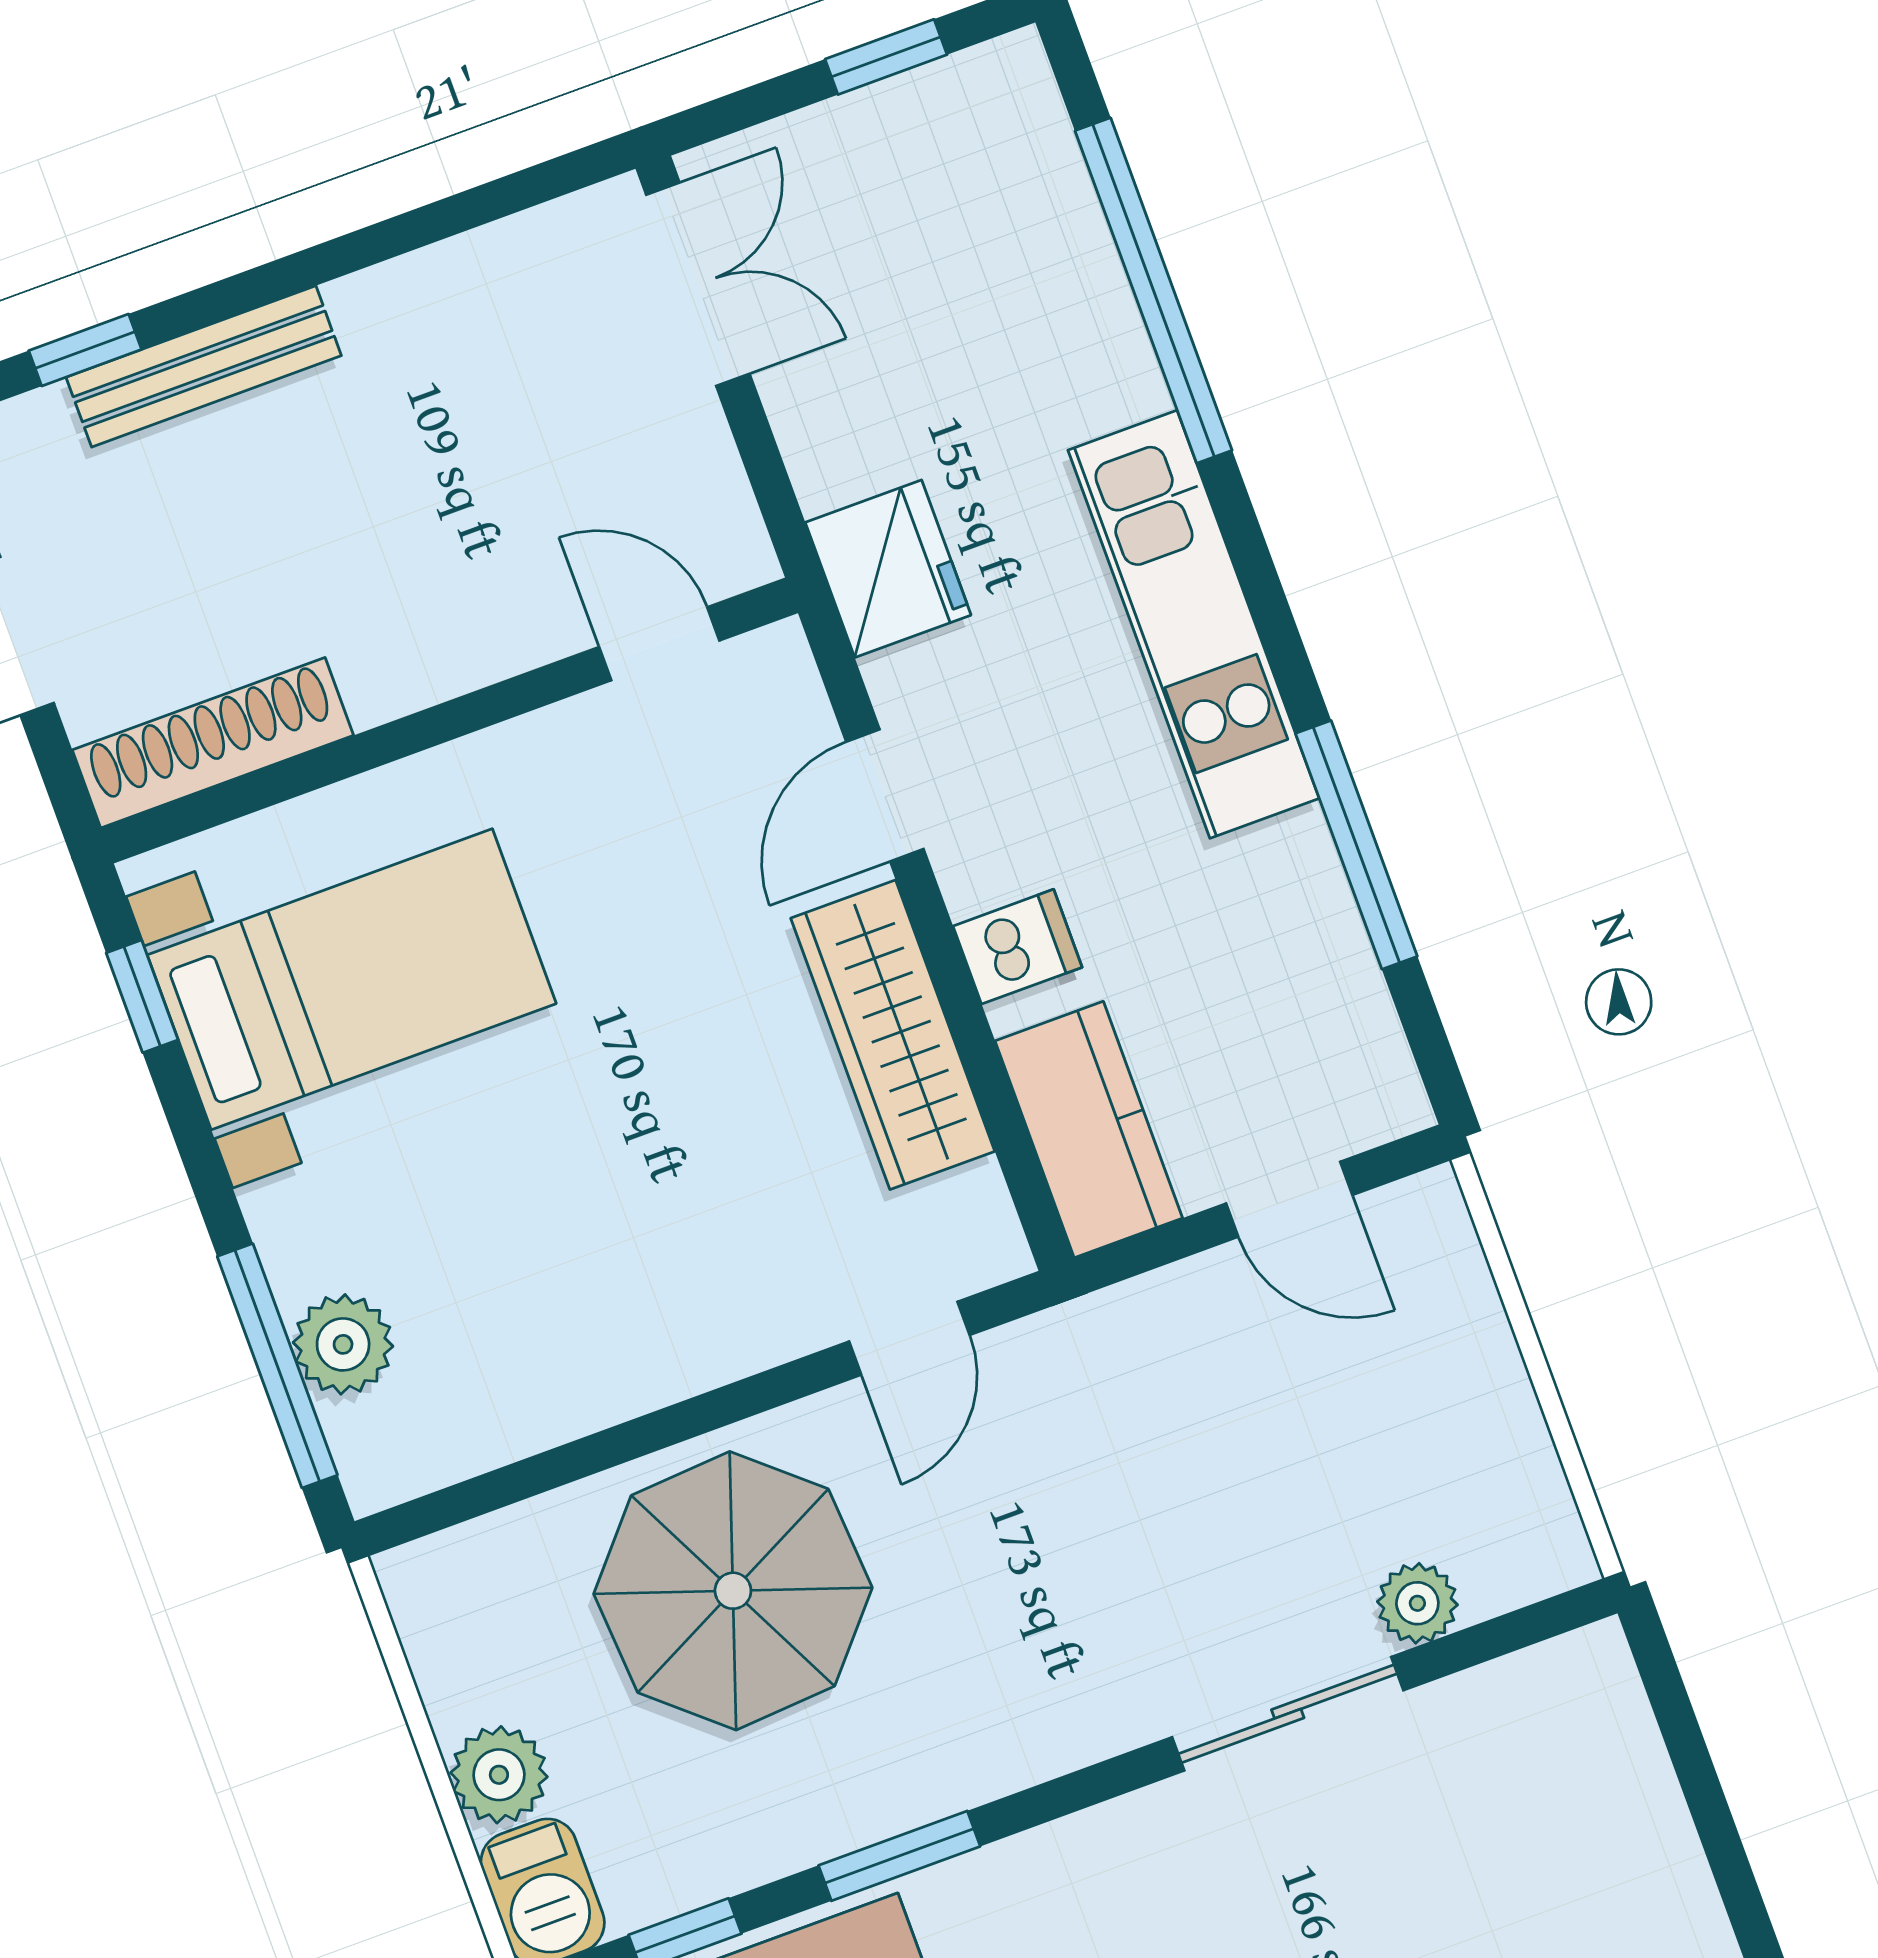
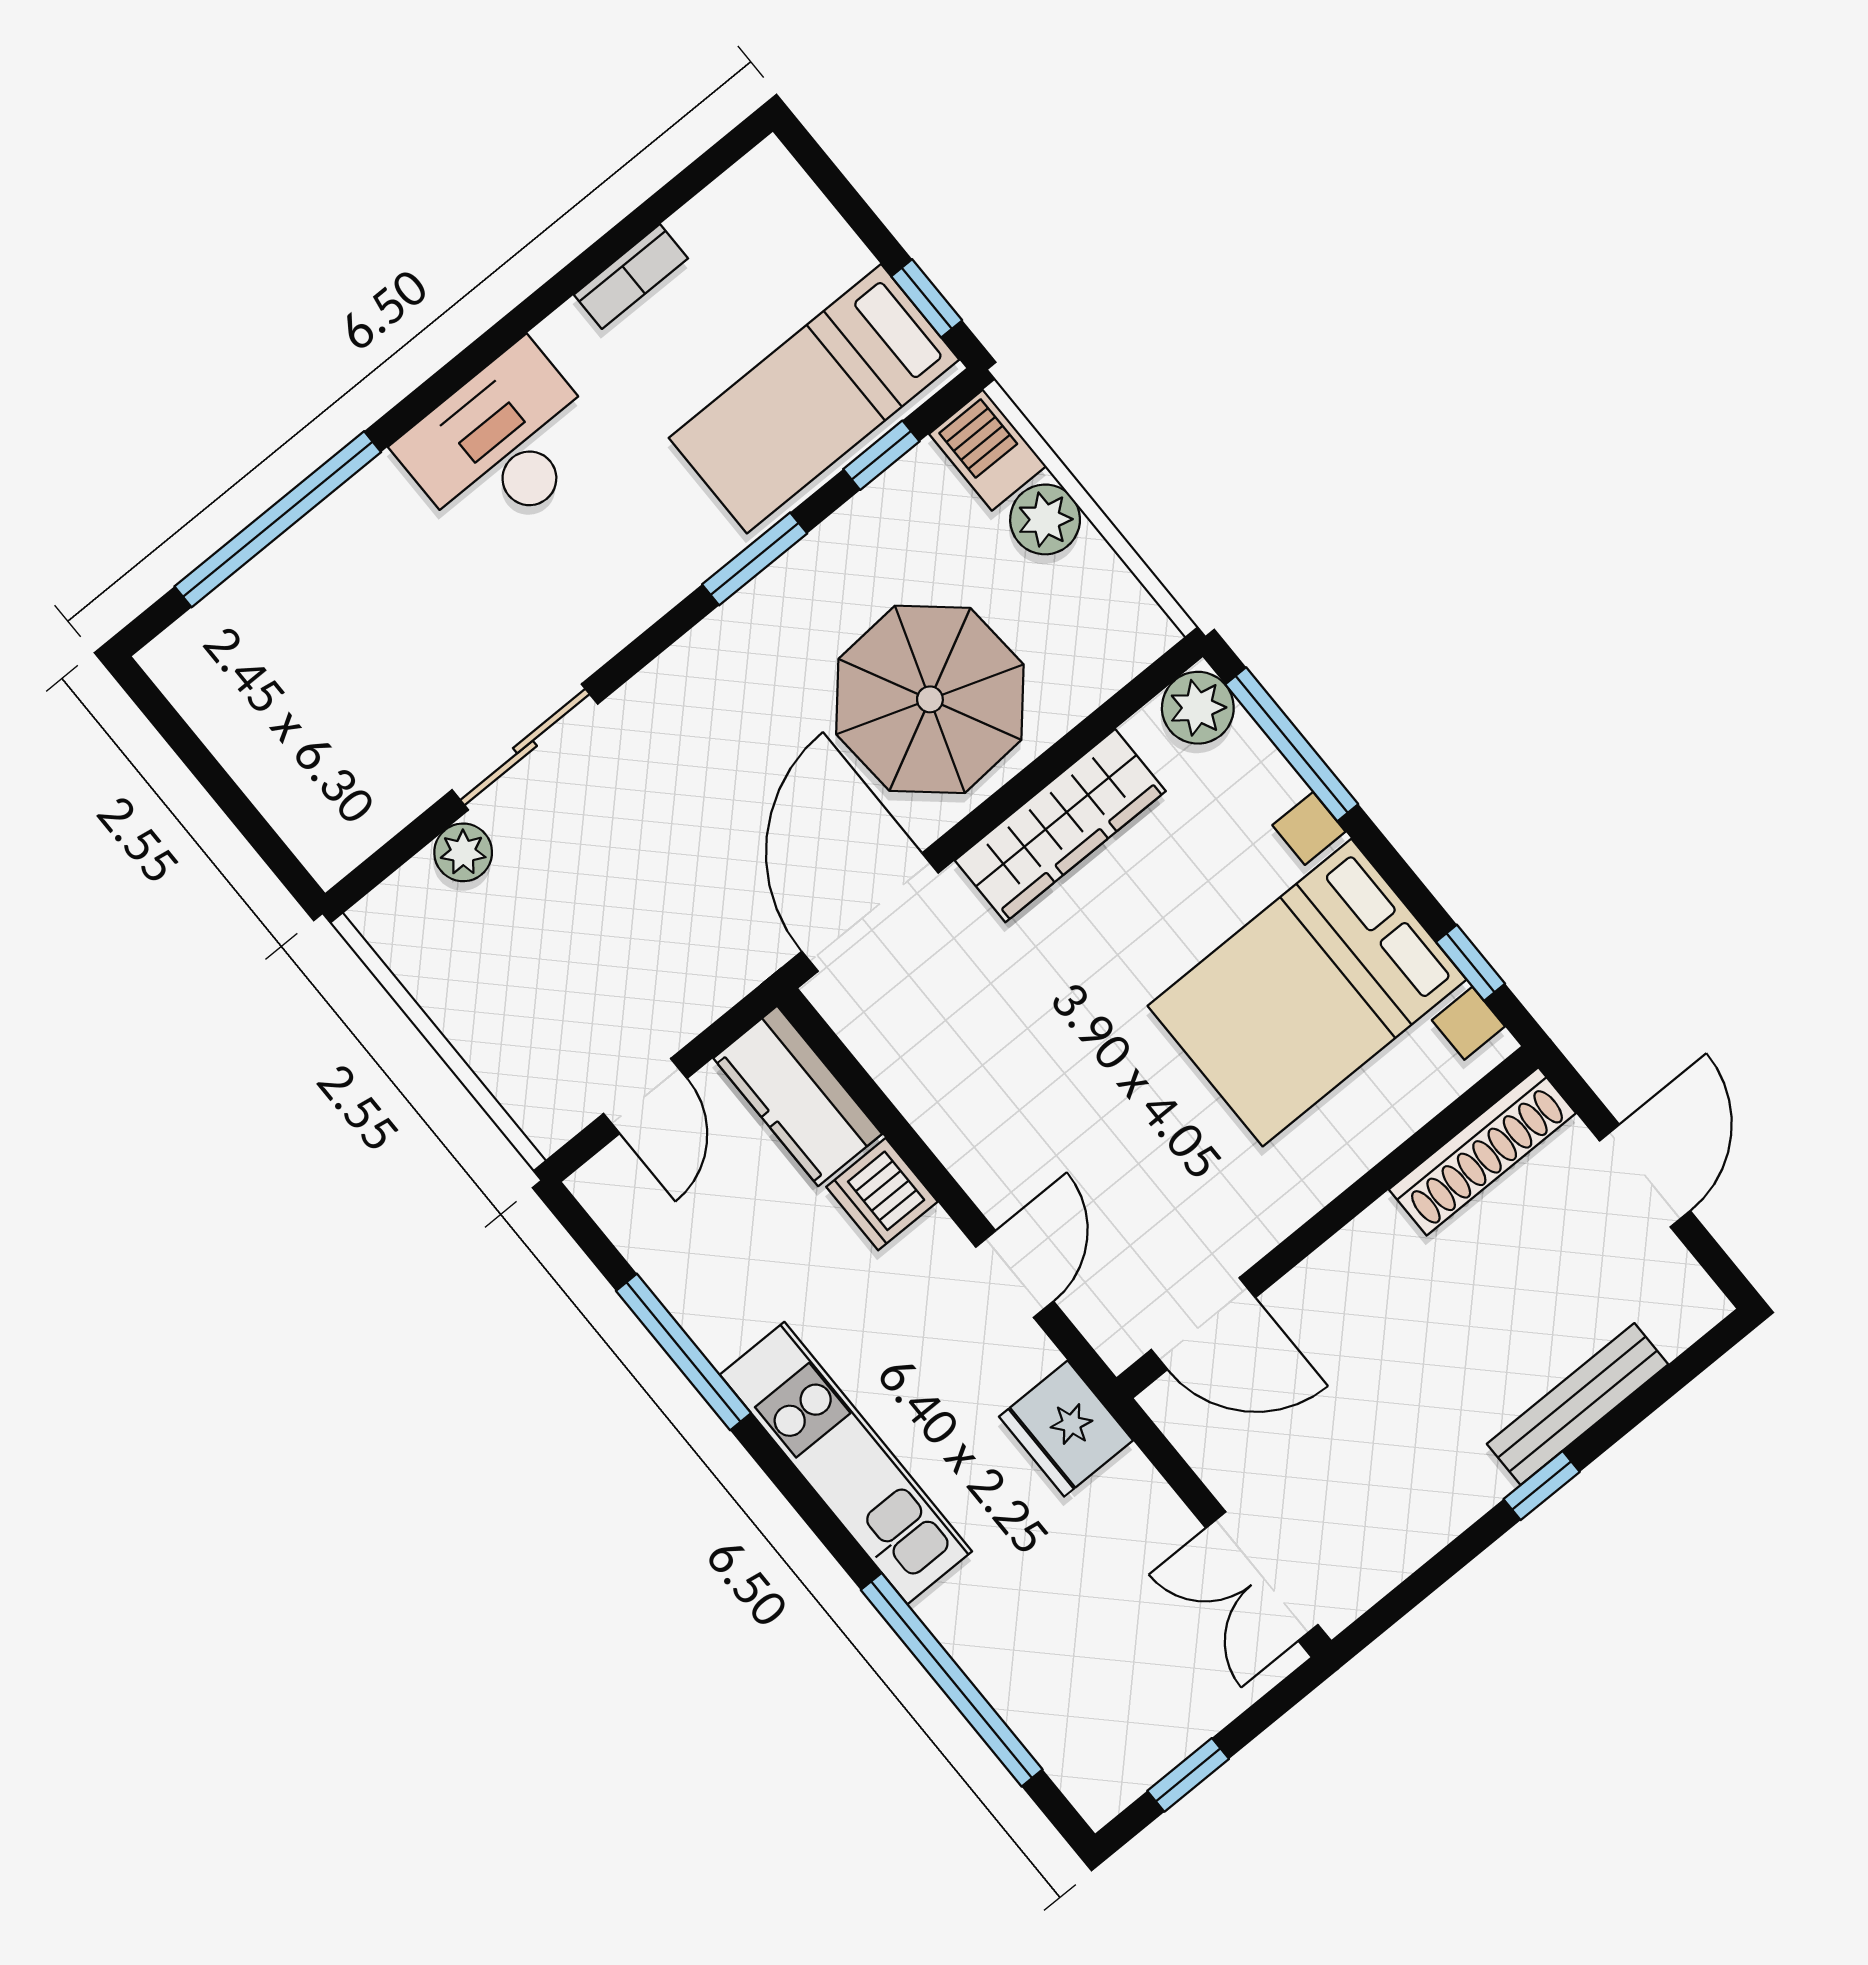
window: (85, 350) -> (1542, 1486), moved
door: (659, 644) -> (1203, 1324), width x1.37
dishwasher: (1018, 947) -> (882, 1194), width x1.38
bed with nightstands: (352, 979) -> (1307, 993), width x1.36
wardrobe: (893, 1035) -> (1060, 826), moved, turned 90
door: (1289, 1199) -> (645, 1096), swing flipped
door: (909, 1338) -> (870, 912), width x1.87
plant: (343, 1344) -> (1198, 708), moved

